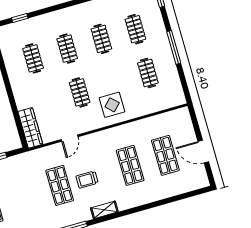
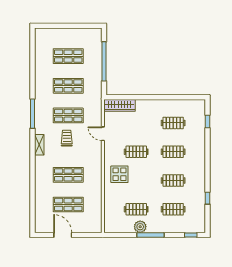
plant: (167, 62) -> (140, 227), added
door: (203, 152) -> (63, 235), hinge flipped
shop shelf: (24, 195) -> (68, 86), added

